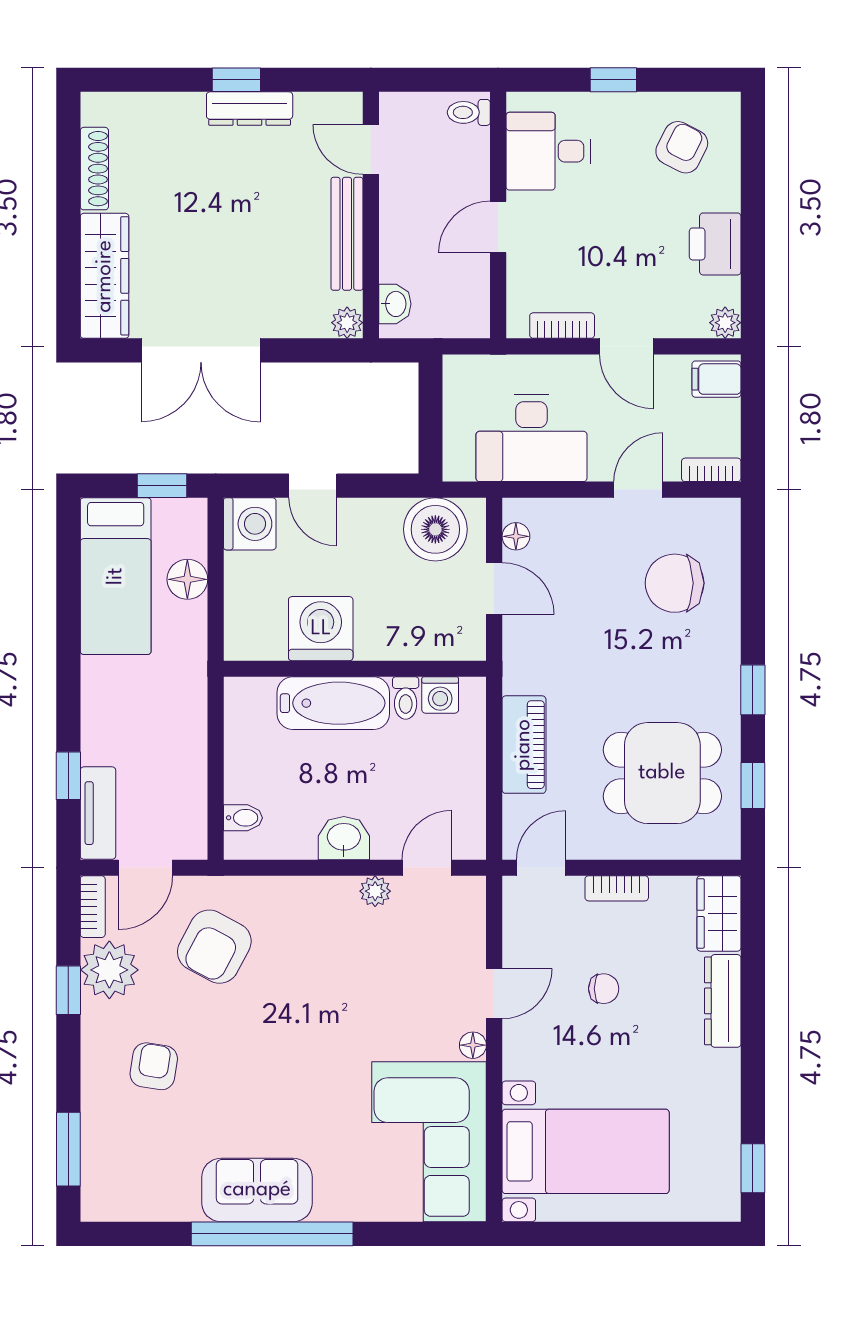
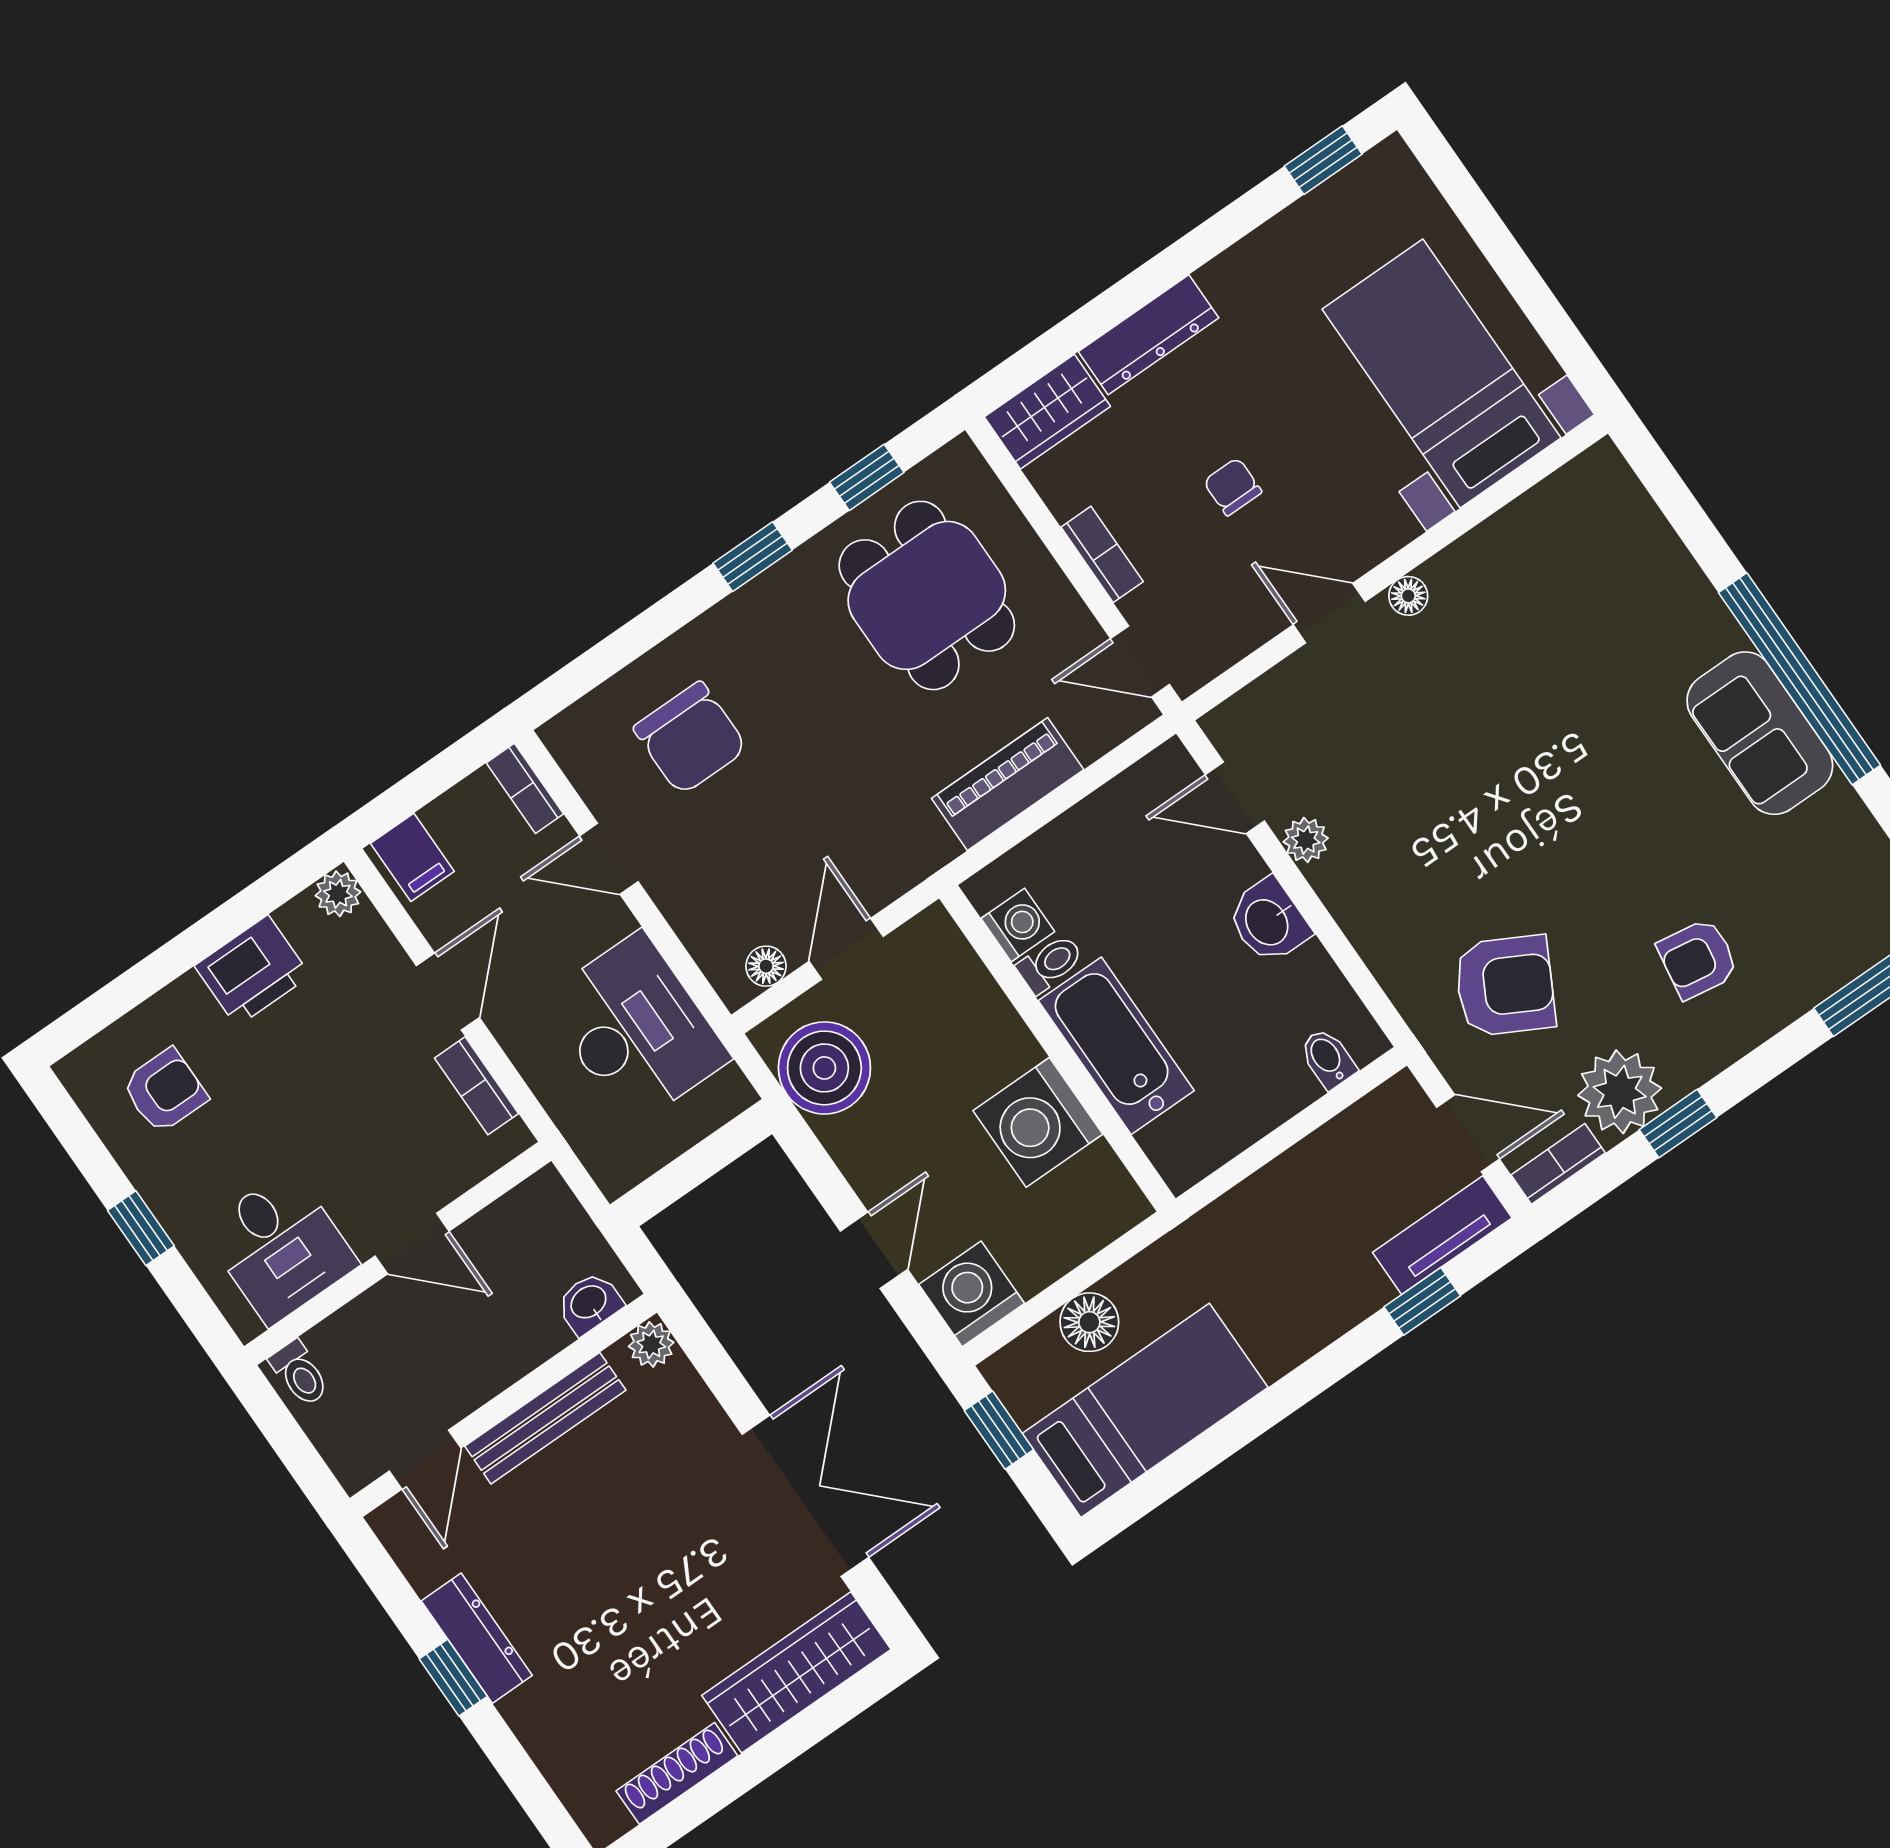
armchair: (682, 147) -> (165, 1091), turned 153
corner sofa: (429, 1142) -> (1560, 568), removed

